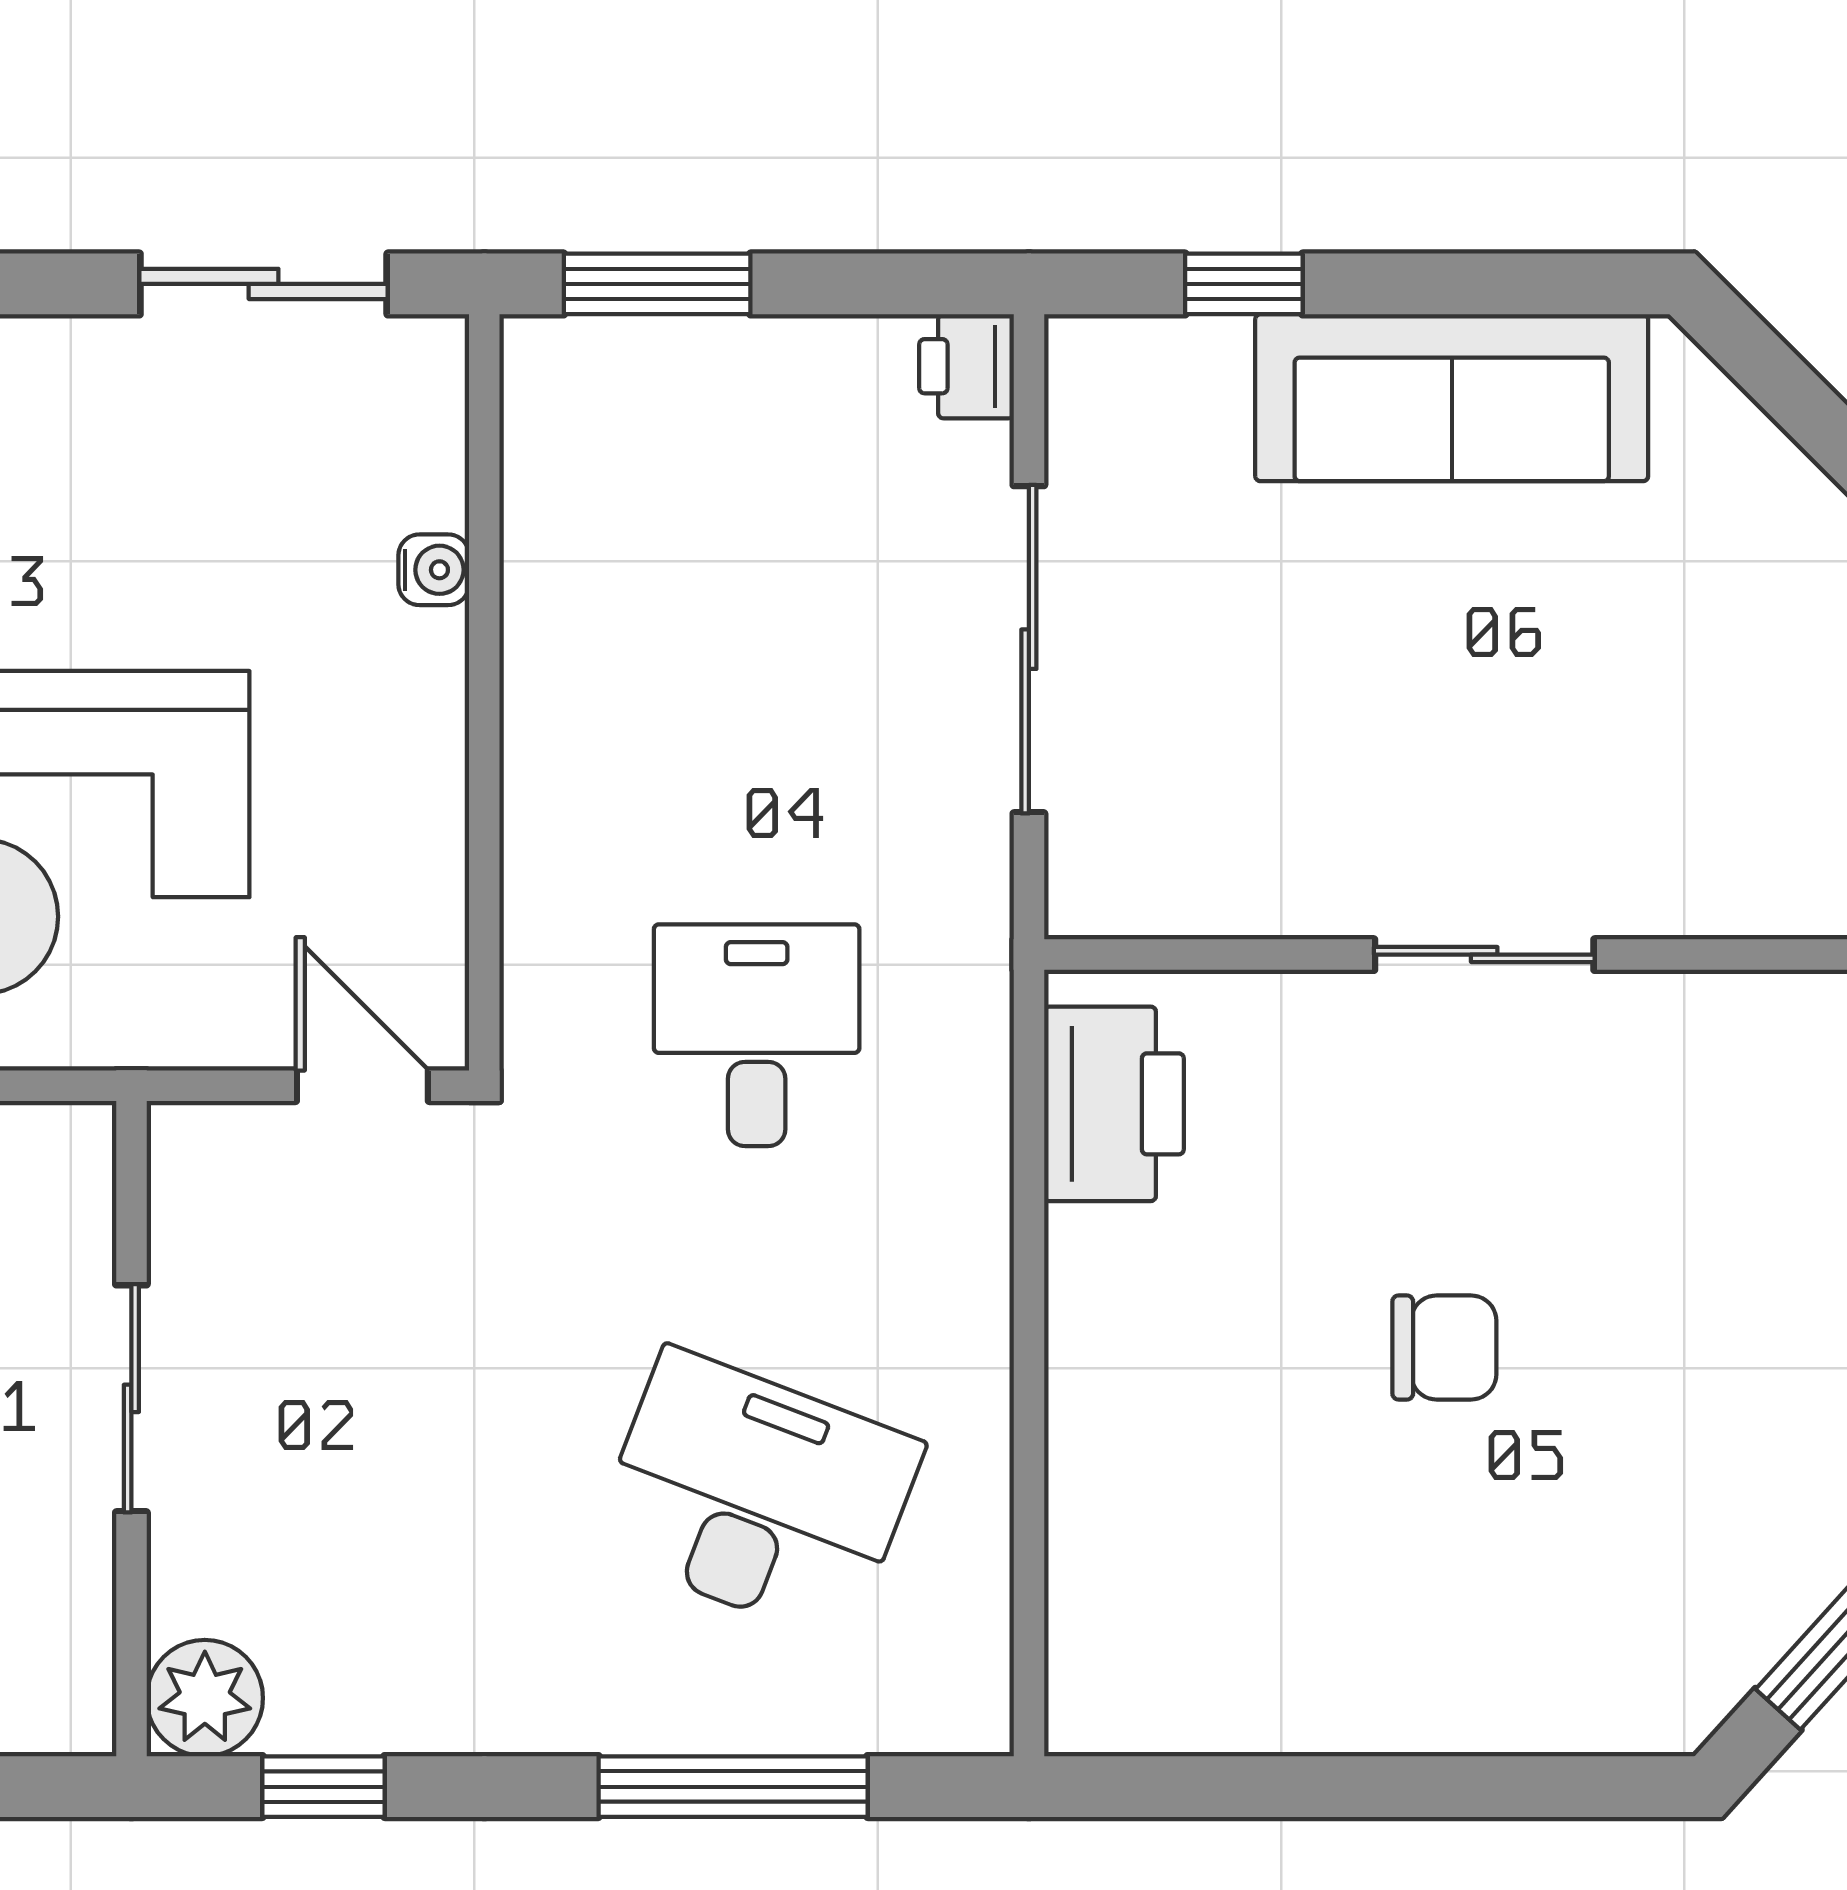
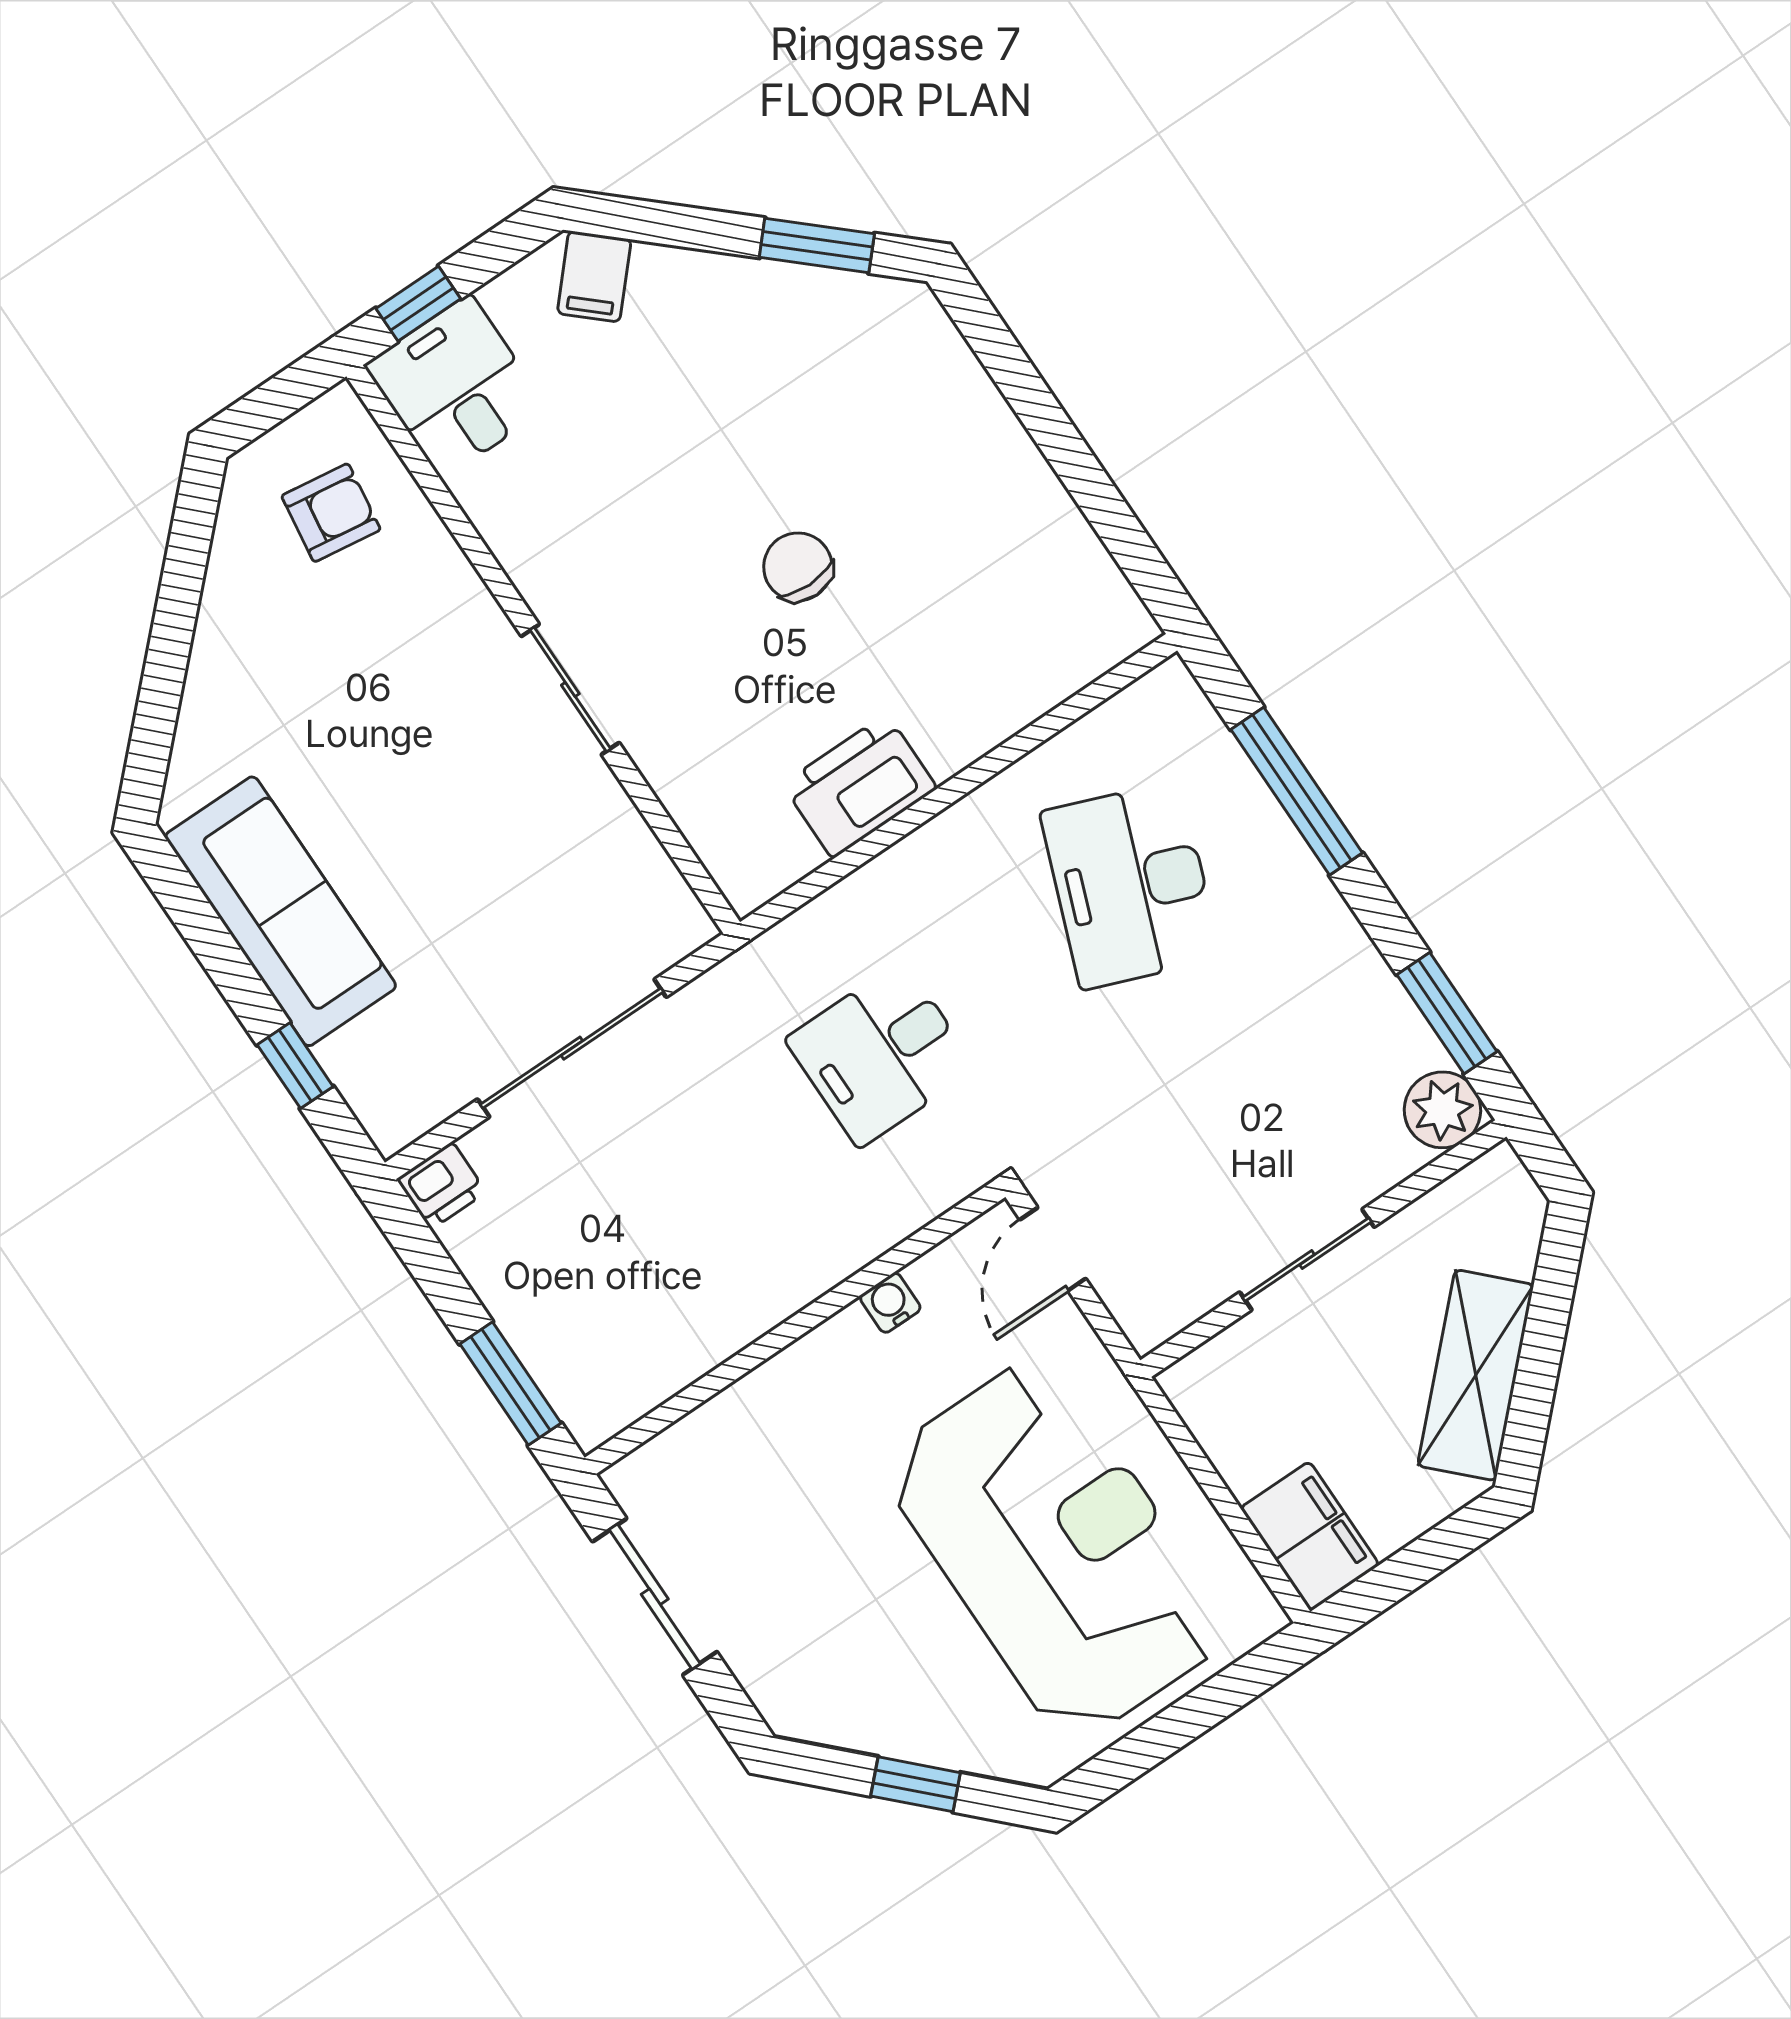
water cooler: (434, 570) -> (890, 1303), moved
printer: (1114, 1104) -> (860, 786), moved
window: (323, 1787) -> (1447, 1013), width x1.50

